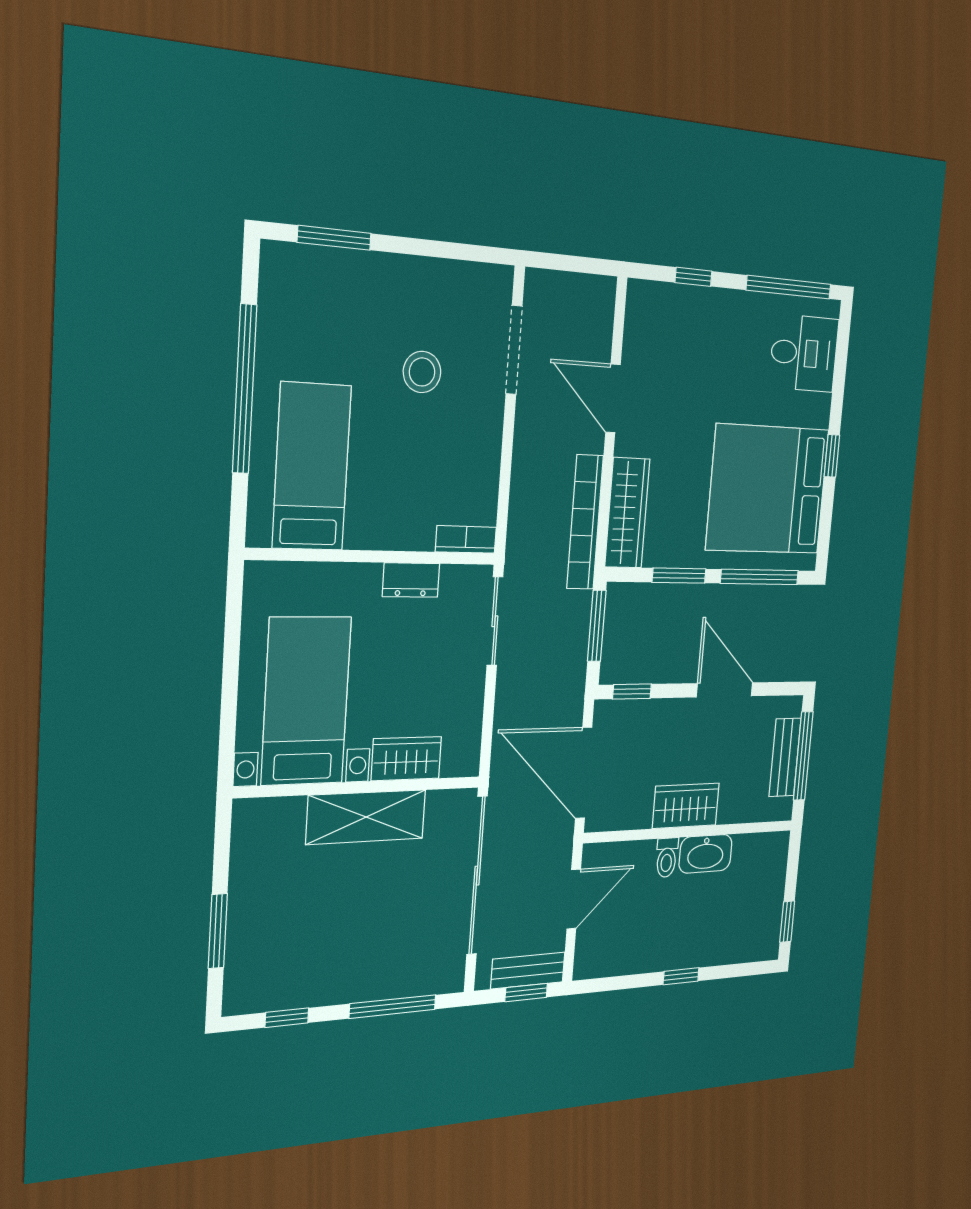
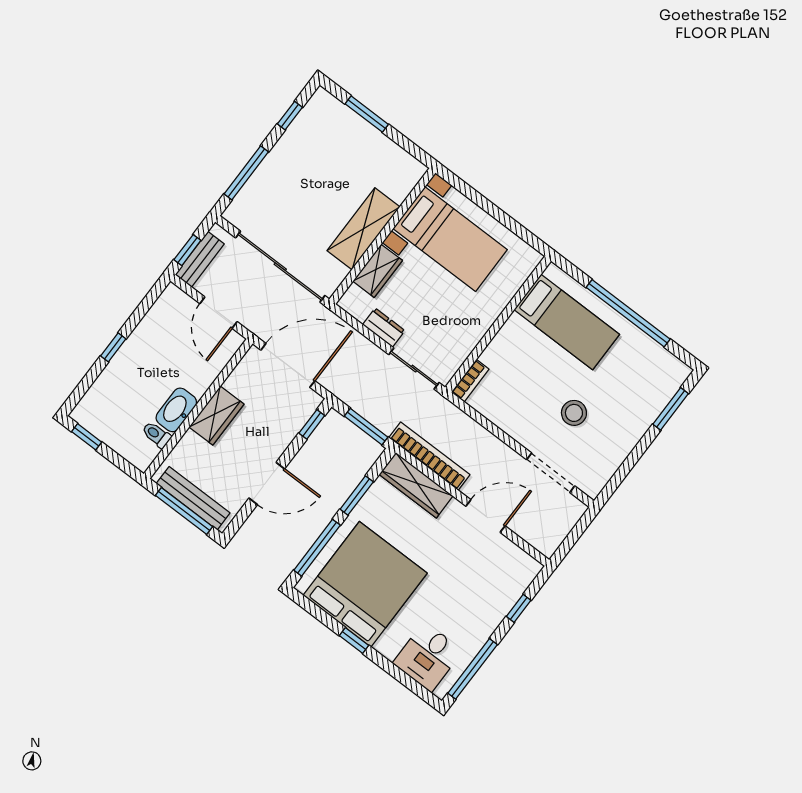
dresser: (411, 580) -> (384, 328), moved, turned 90
bench: (785, 757) -> (193, 498), width x1.36
toilet: (667, 858) -> (156, 435), moved

